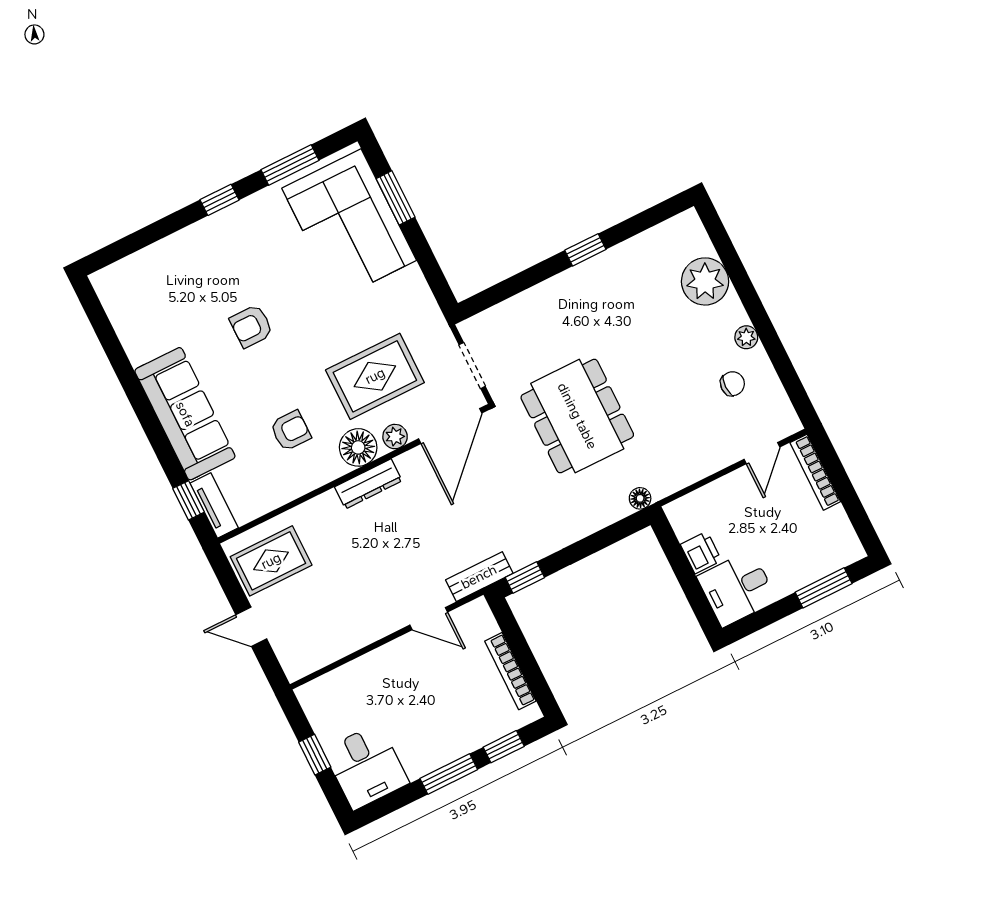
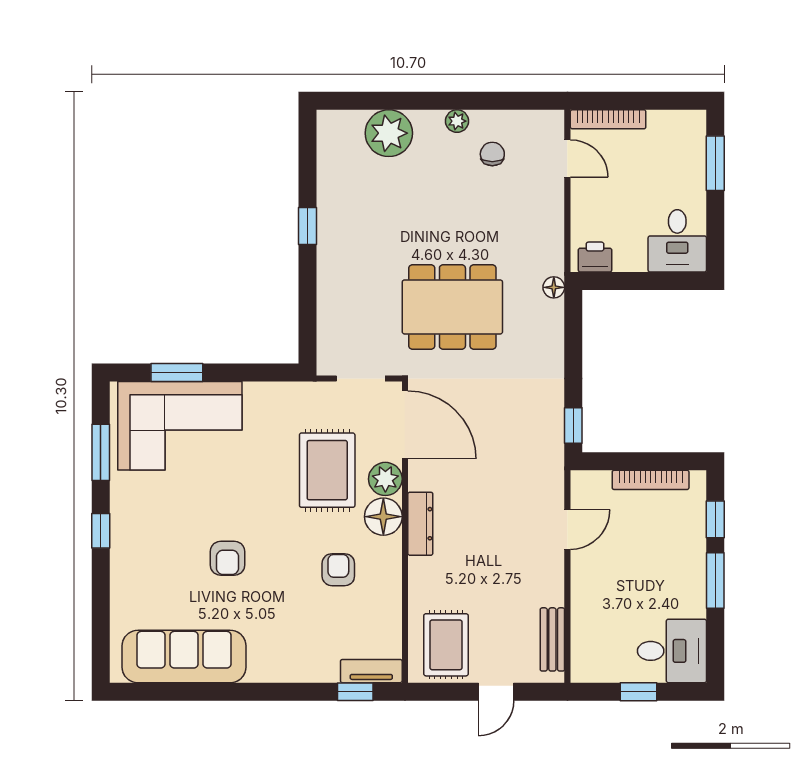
sofa: (185, 414) -> (184, 656), moved
plant: (395, 437) -> (385, 479), width x1.38, depth x1.38
printer: (701, 553) -> (595, 257), moved
bench: (479, 577) -> (552, 639), moved

